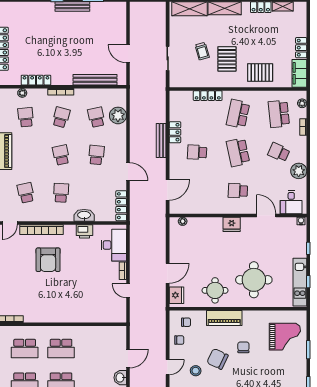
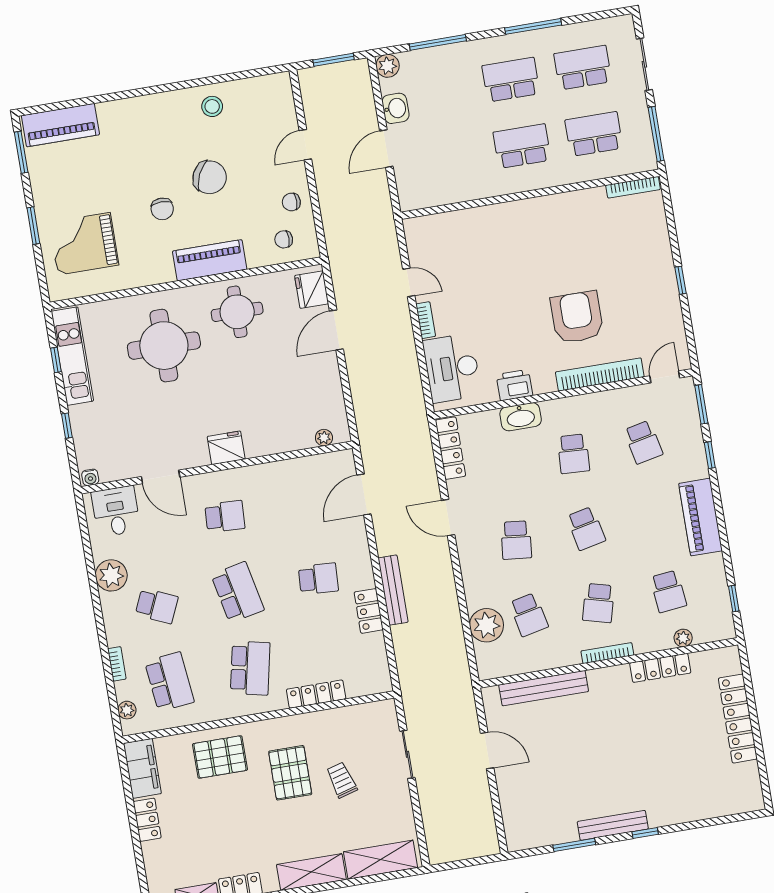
stool: (196, 371) -> (249, 147), removed

